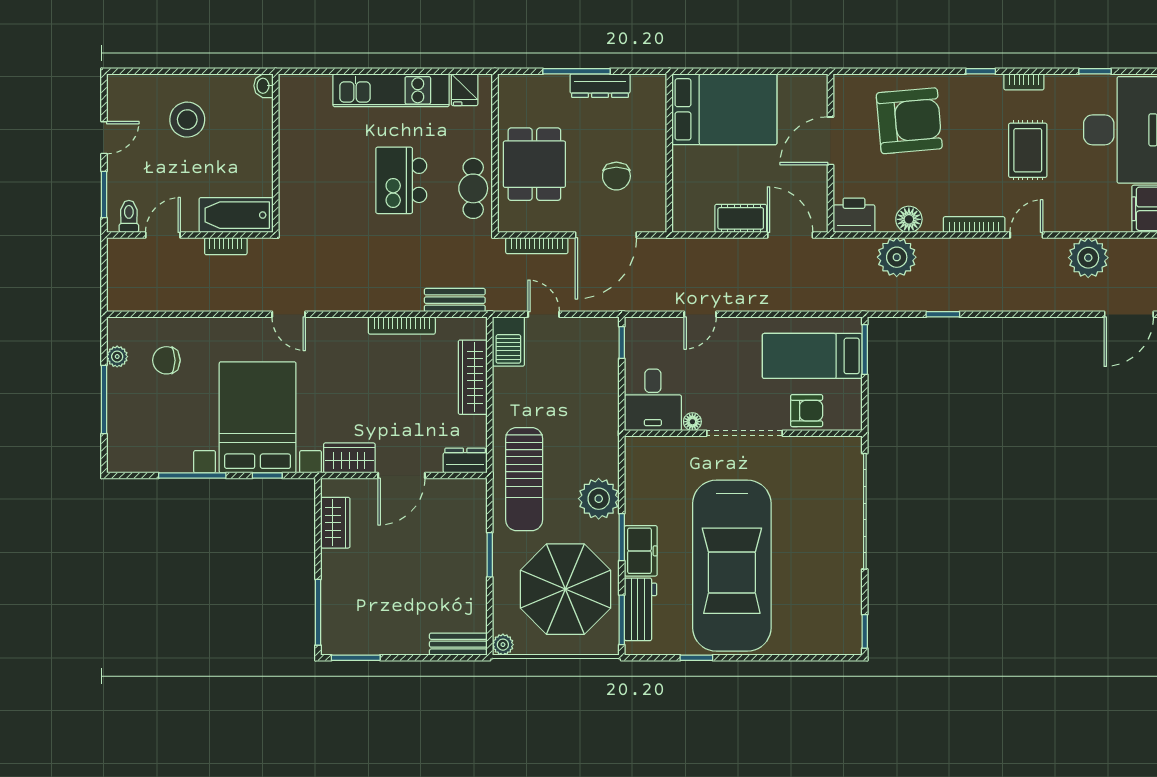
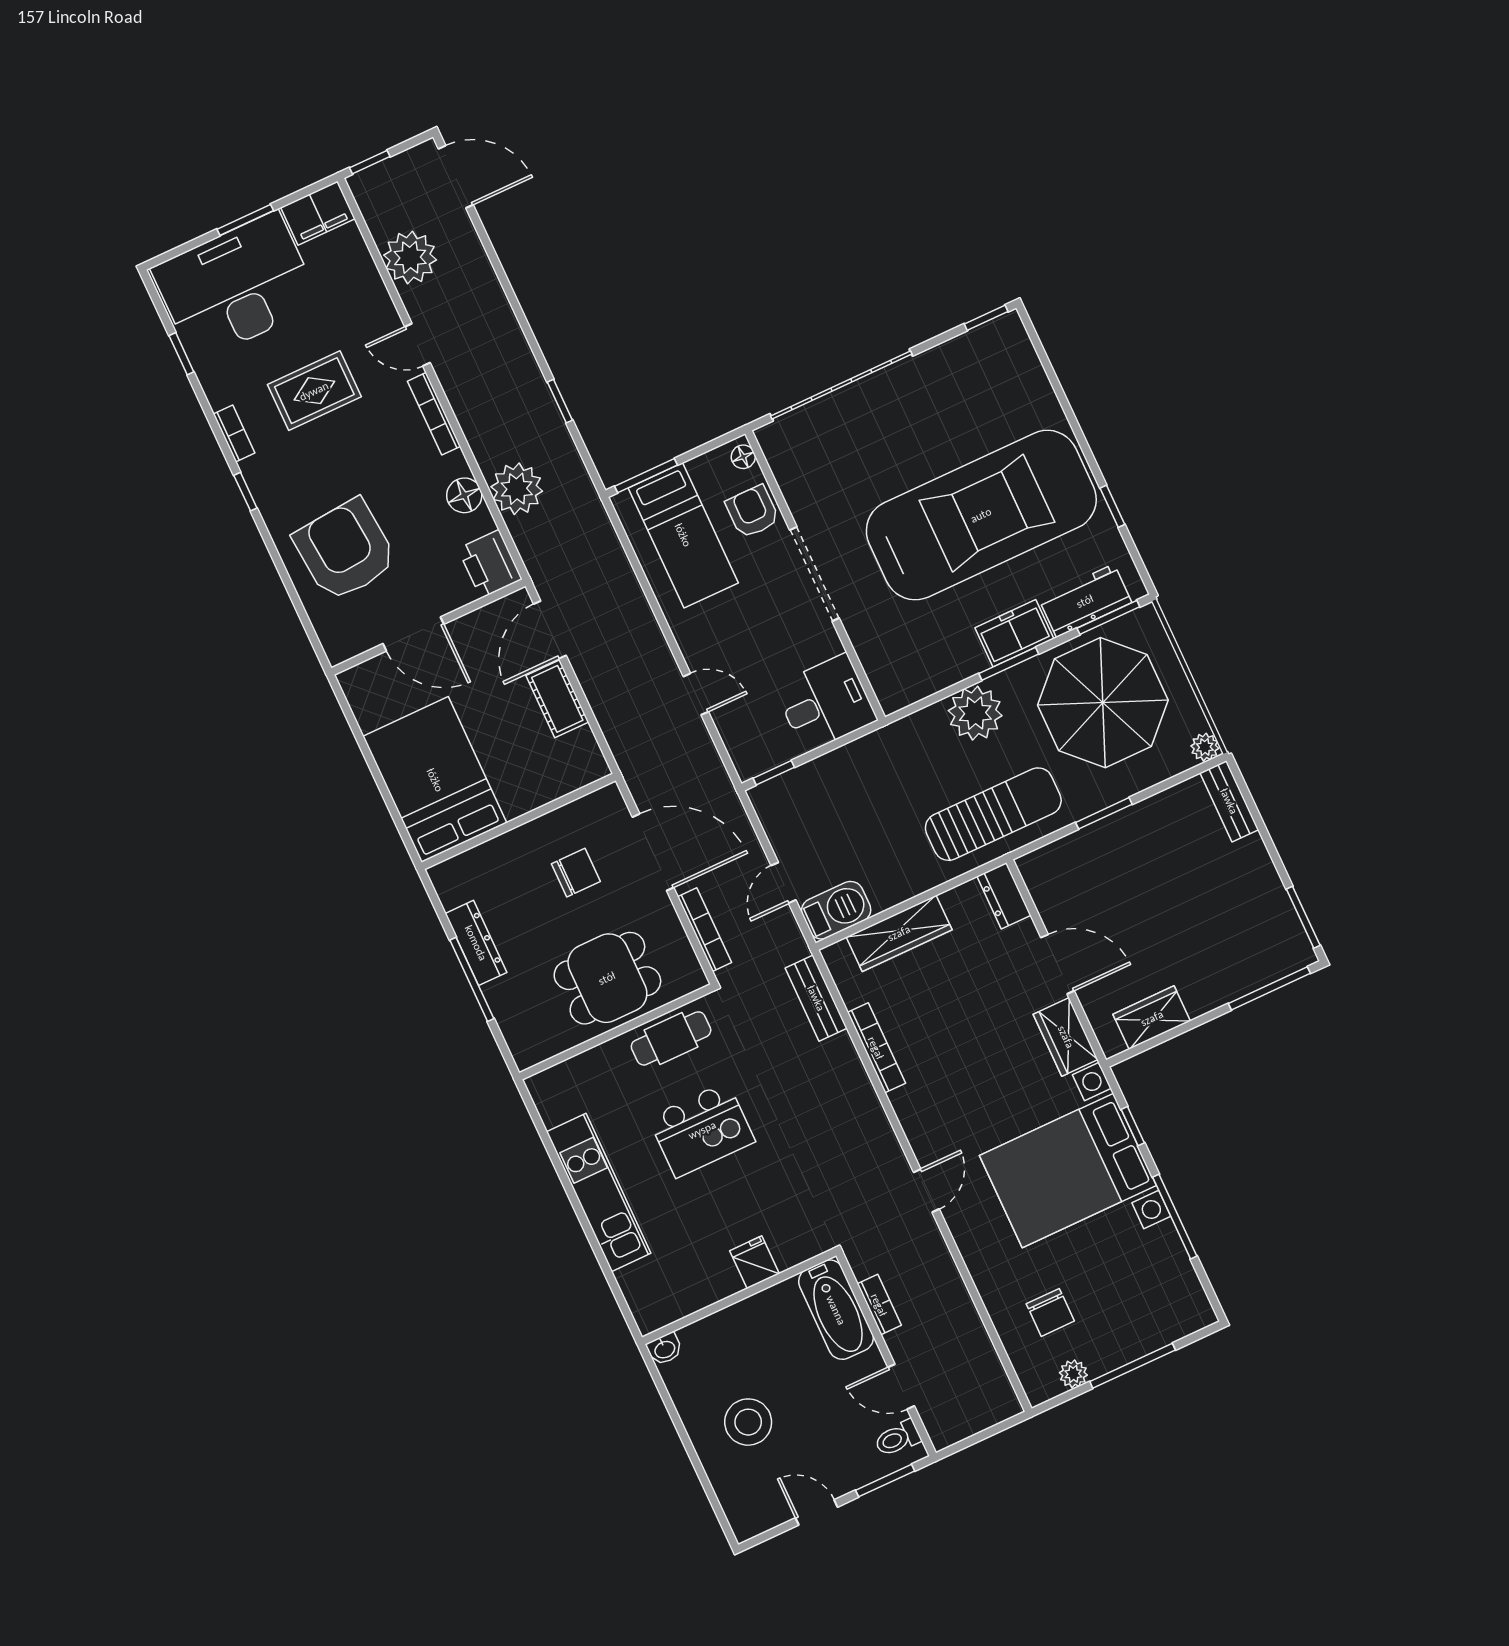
fridge: (465, 90) -> (755, 1262), moved, turned -90
floor lamp: (692, 422) -> (743, 457), moved

